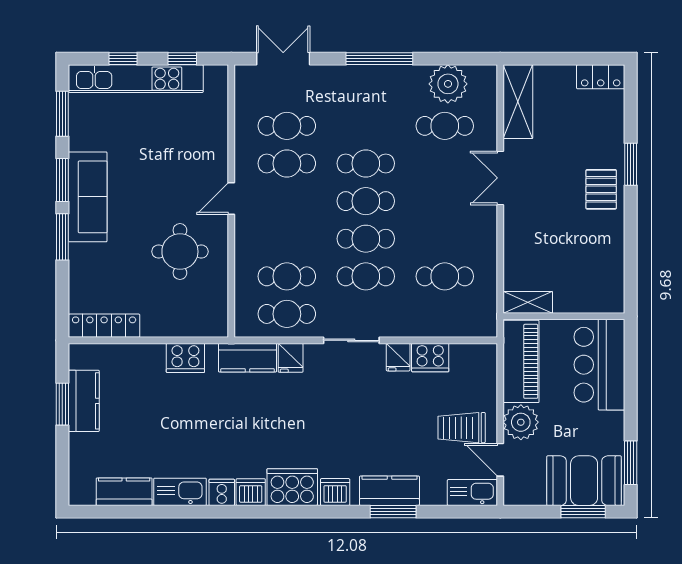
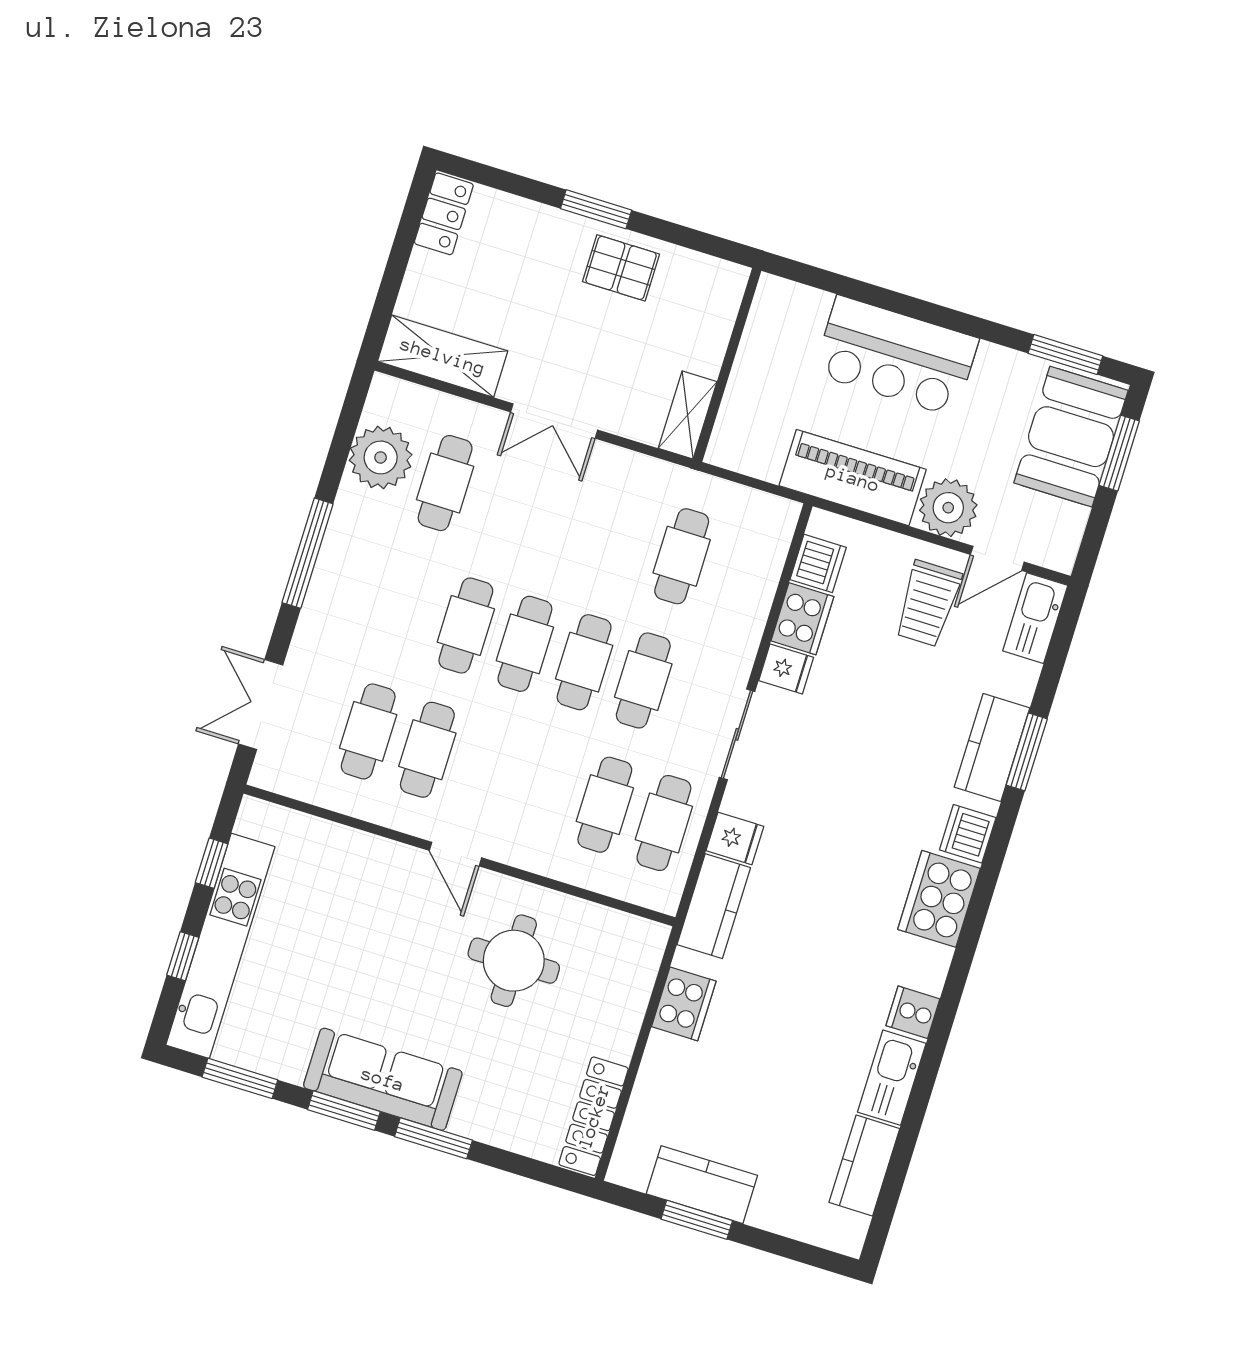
shelving: (528, 302) -> (688, 415), moved
wall: (564, 316) -> (727, 365), moved
dishwasher: (251, 492) -> (818, 563), moved, turned 180

